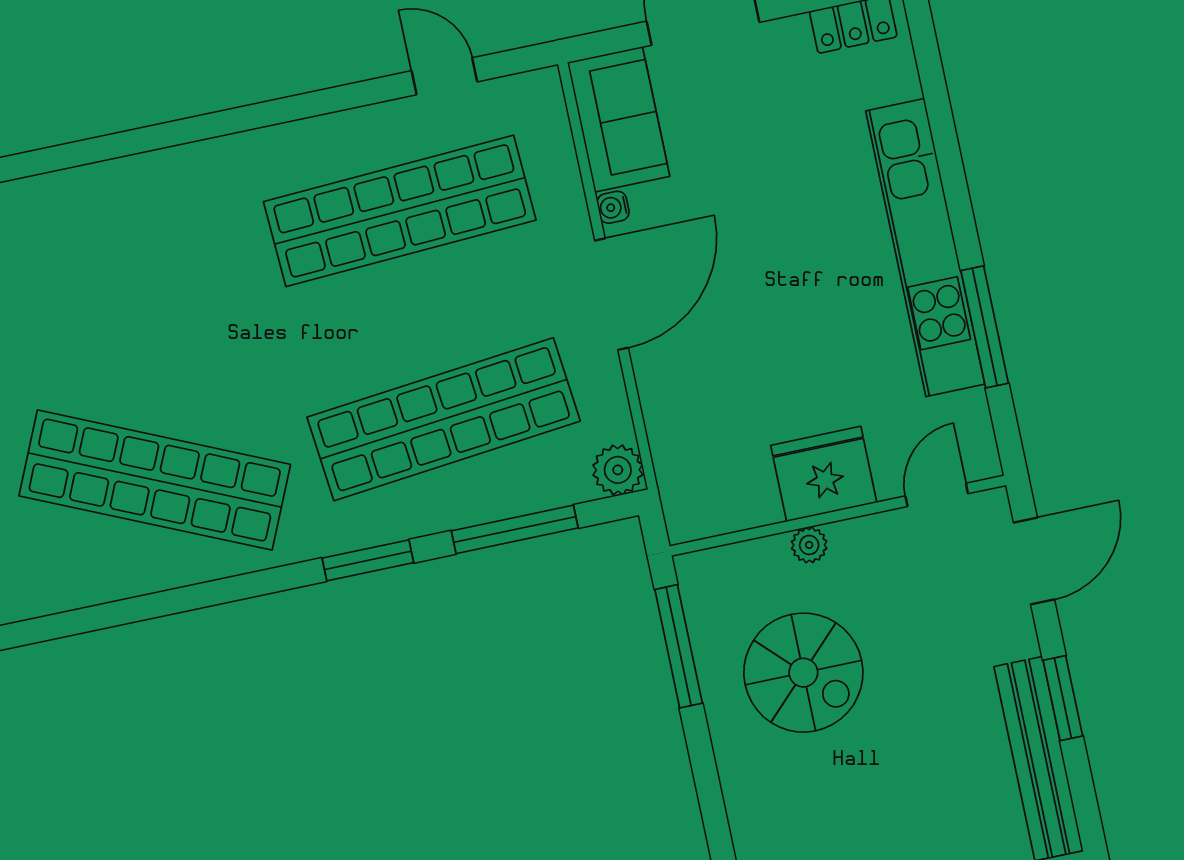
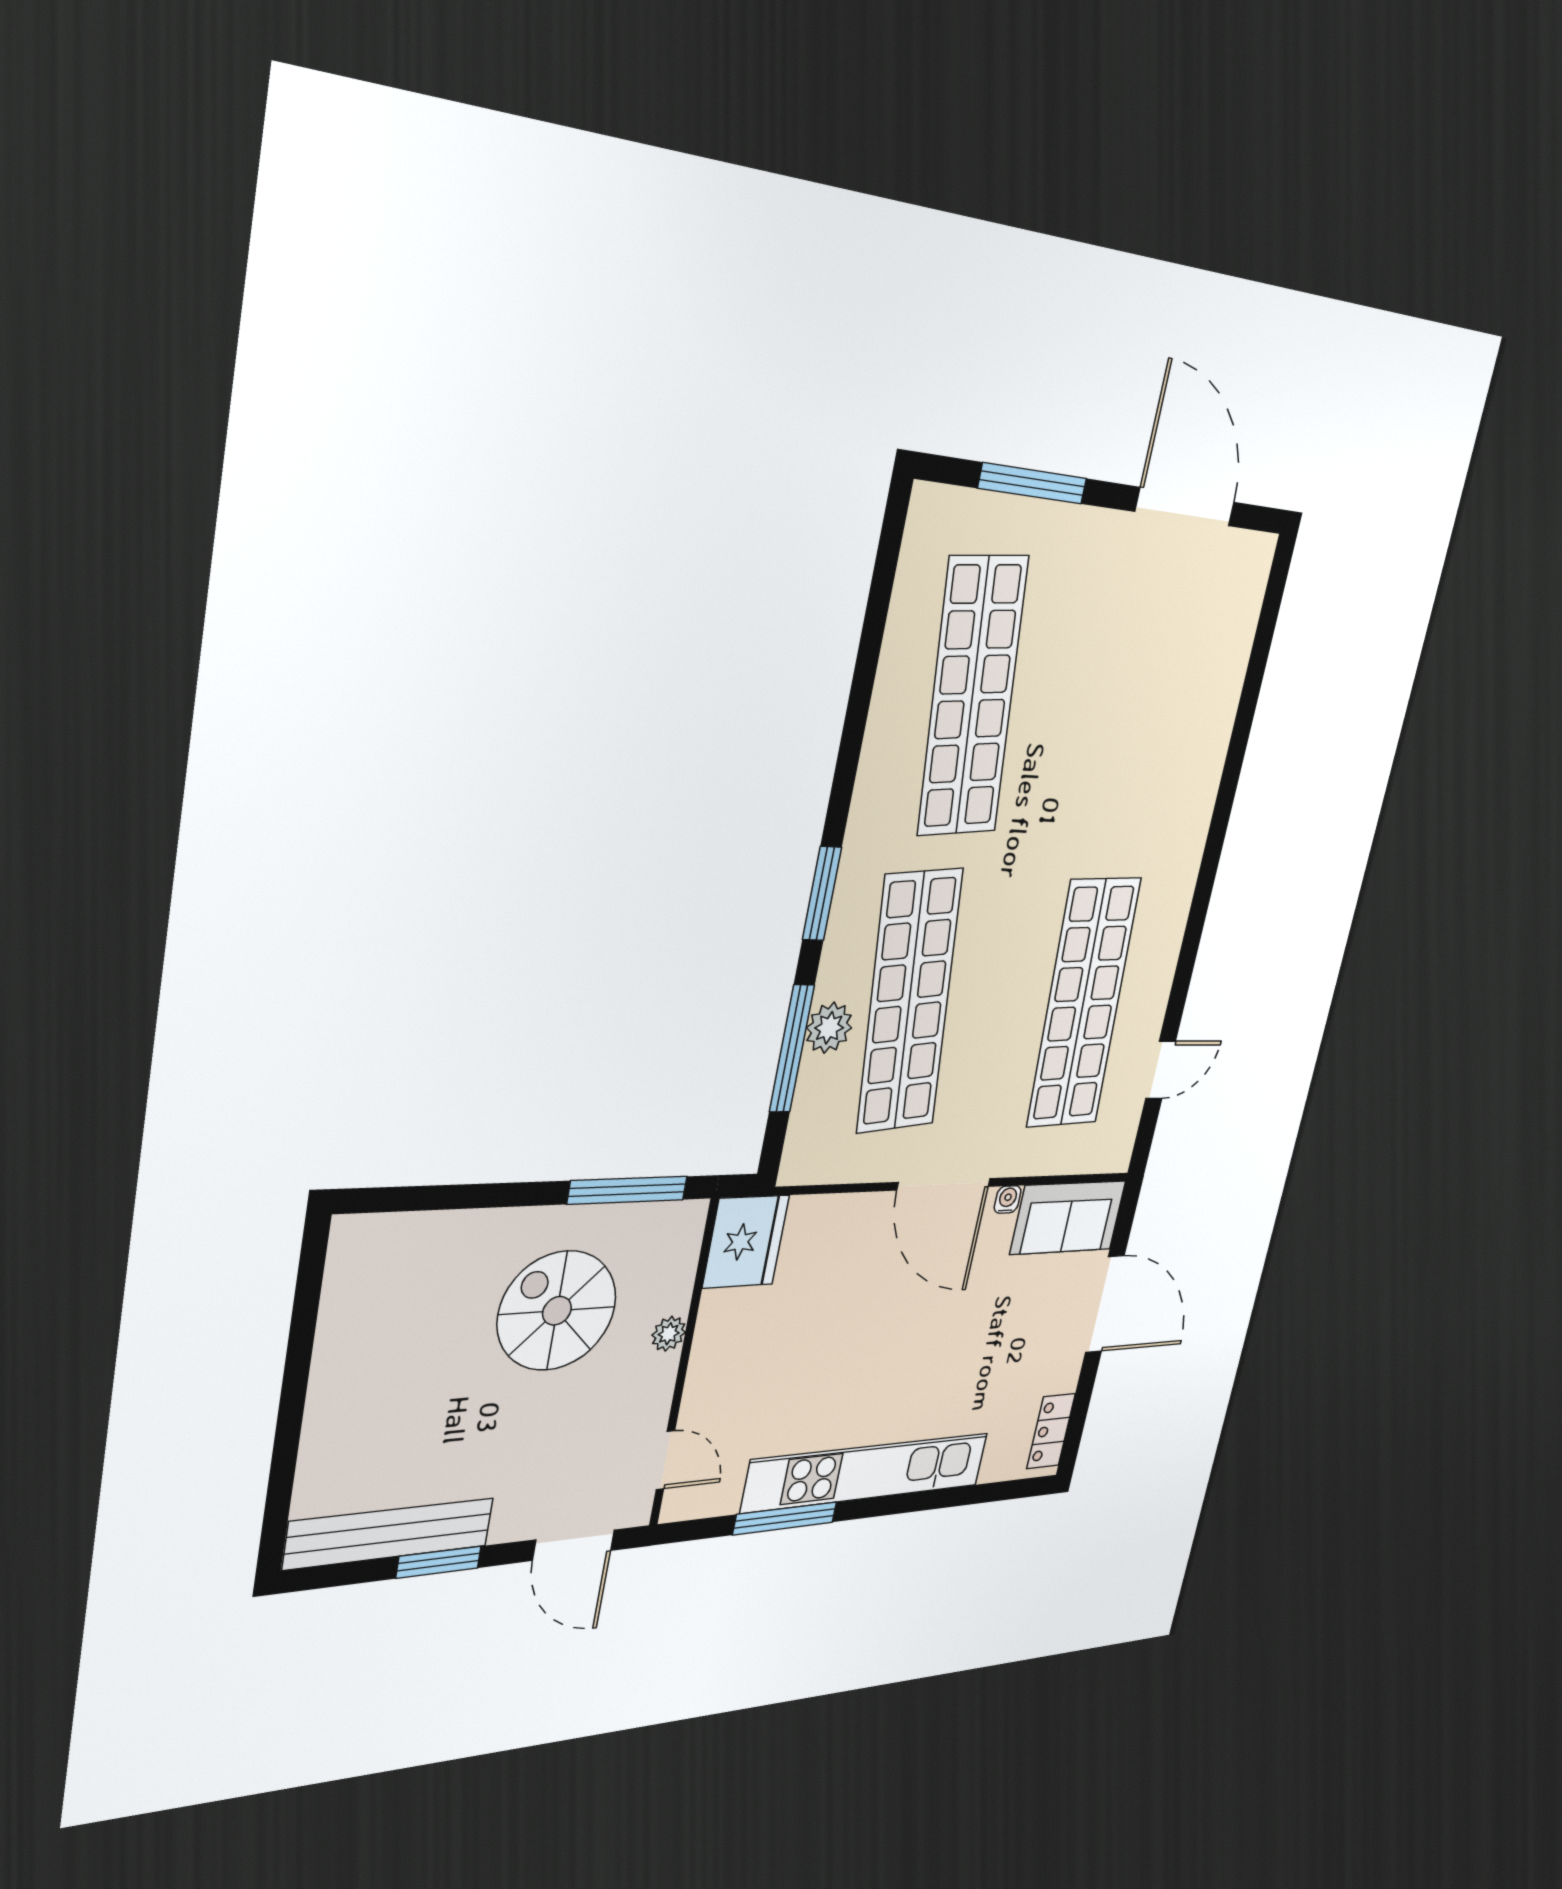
plant: (618, 470) -> (829, 1028), moved
fridge: (824, 474) -> (746, 1242), moved
shop shelf: (155, 480) -> (972, 697), turned -30
spiral stairs: (803, 673) -> (557, 1311), turned 90

